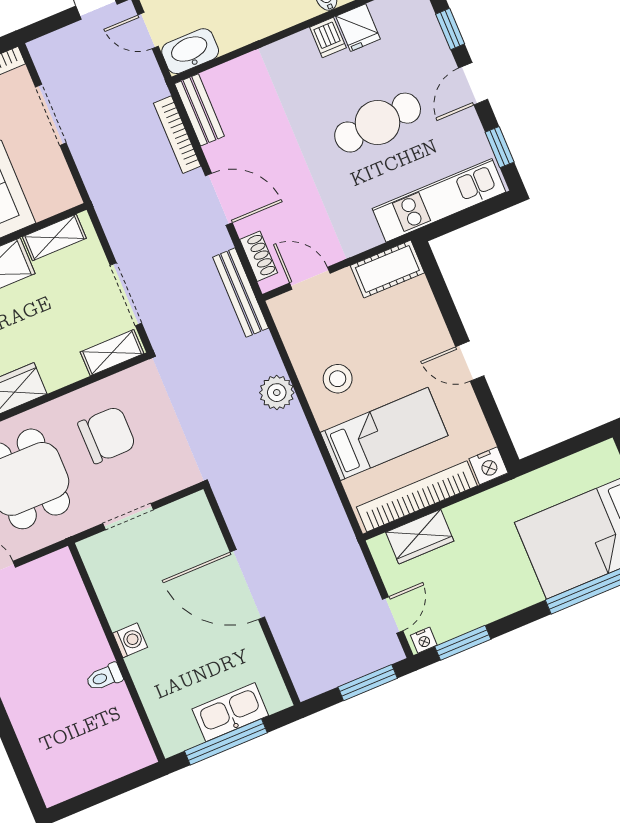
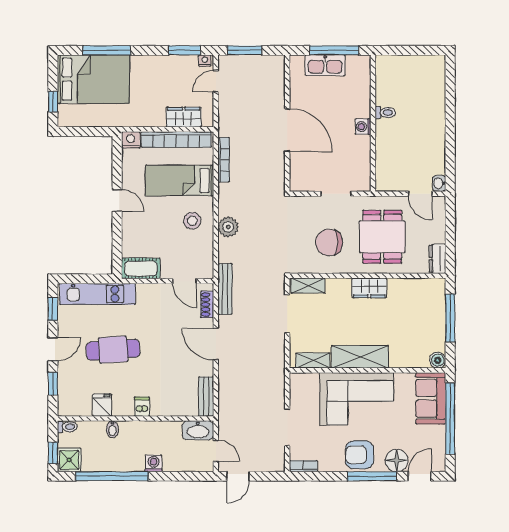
dishwasher: (328, 37) -> (142, 407), moved
bookcase: (177, 135) -> (224, 160), moved

